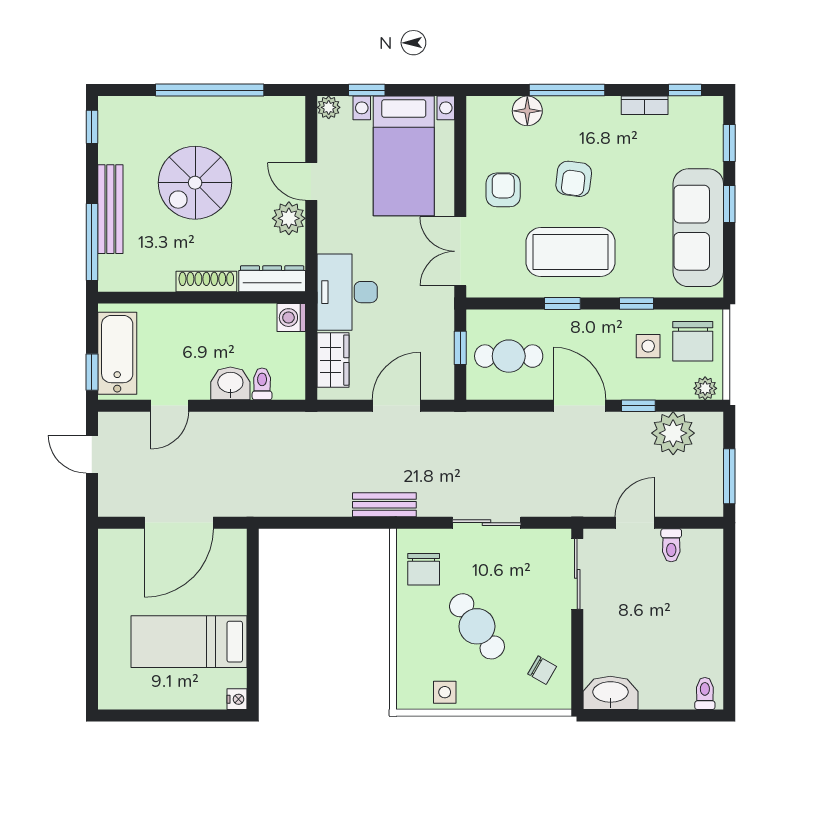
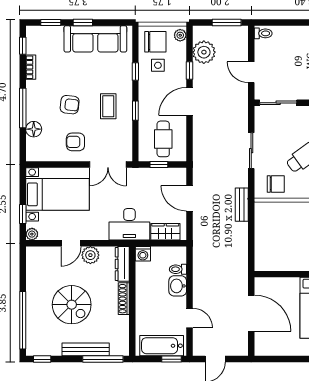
window: (210, 90) -> (23, 320), moved
coffee table: (571, 252) -> (108, 106), width x0.54, depth x0.58
toilet: (671, 545) -> (263, 33), moved

